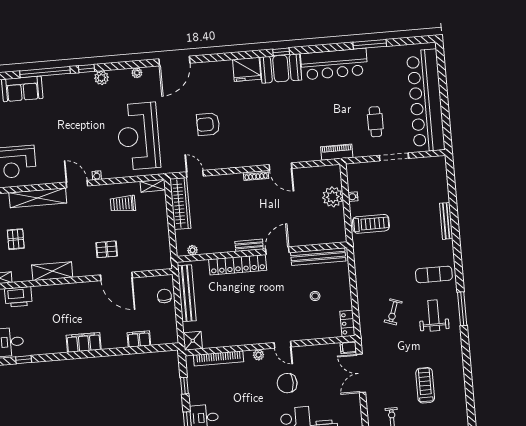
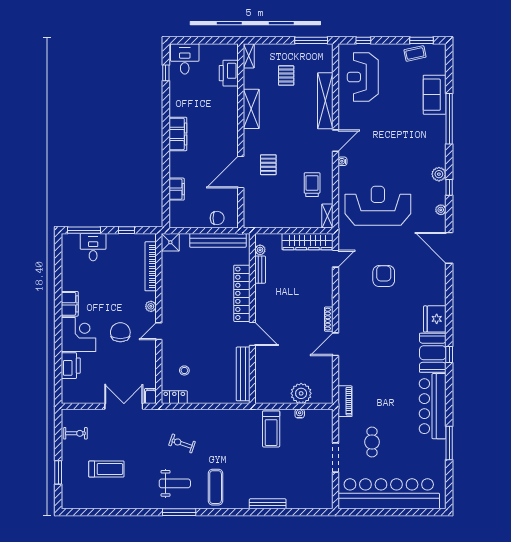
window: (86, 69) -> (449, 187), moved
cafe table: (375, 122) -> (372, 442), turned 90
pallet: (16, 239) -> (286, 75), turned 90
bench: (249, 245) -> (260, 270), moved
stool: (315, 296) -> (184, 370), moved

